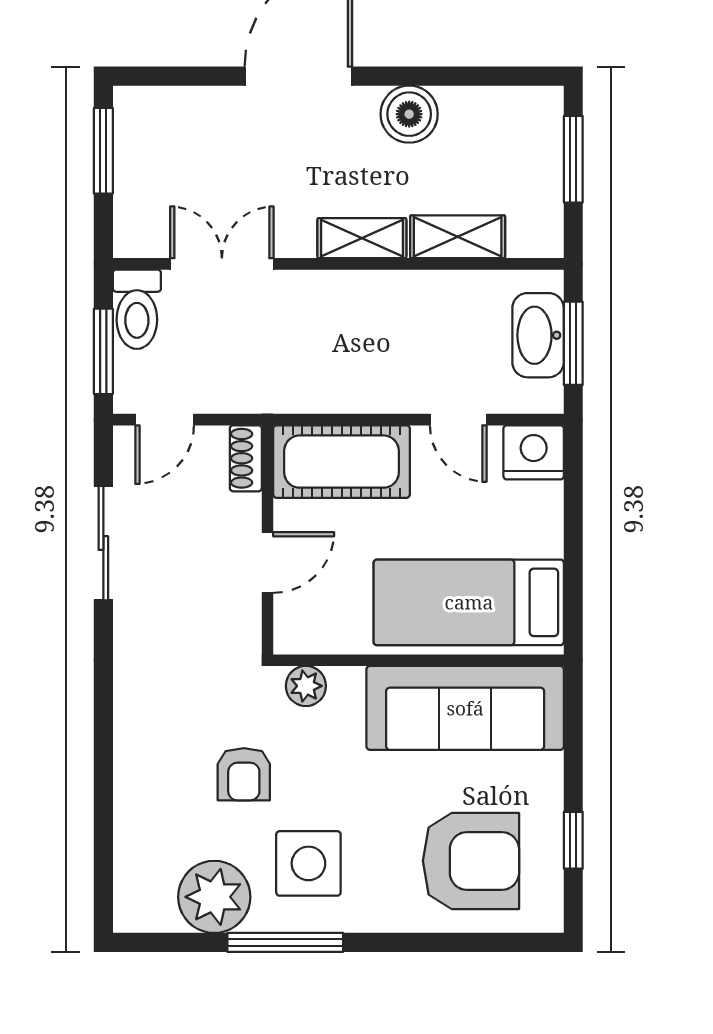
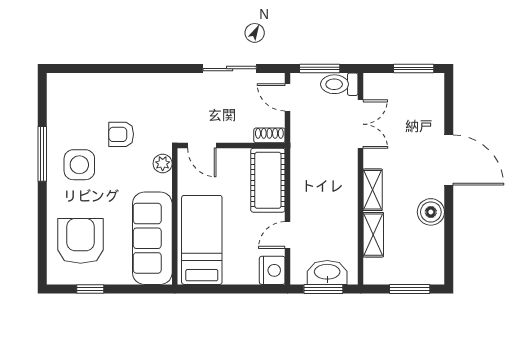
door: (268, 563) -> (202, 146), moved
armchair: (471, 861) -> (81, 241), turned 180
plant: (214, 897) -> (64, 121), removed

